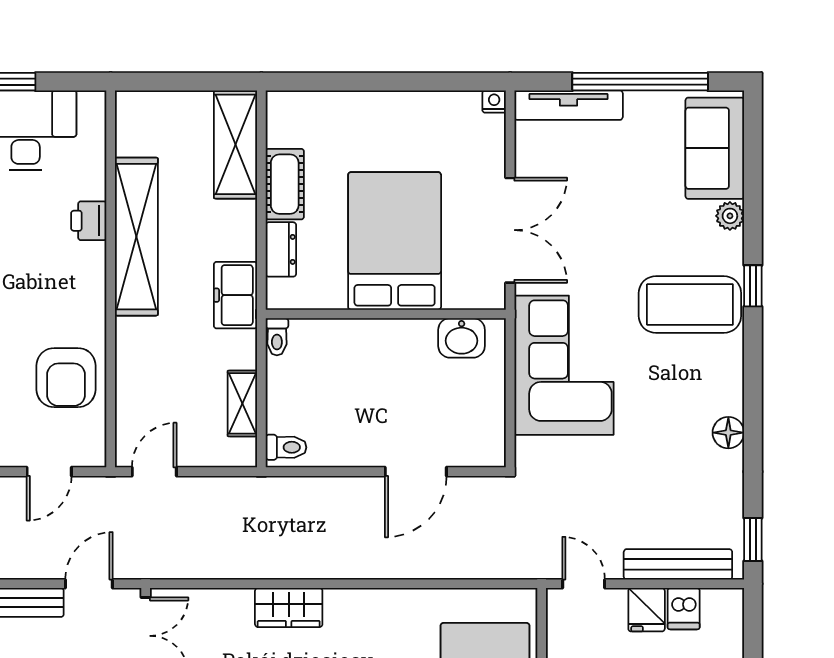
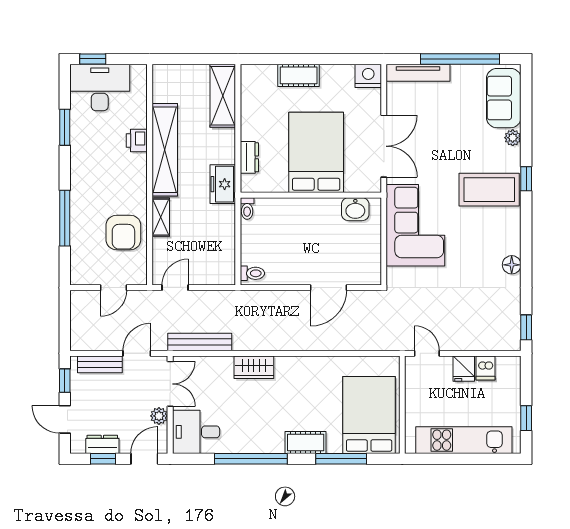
nightstand: (494, 102) -> (368, 76), width x1.89, depth x1.79
cot: (285, 184) -> (299, 75), moved, turned 90
shelving: (242, 403) -> (161, 217), moved
bench: (678, 564) -> (200, 342), moved

